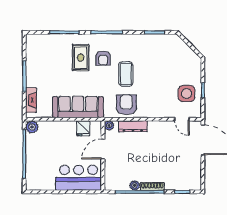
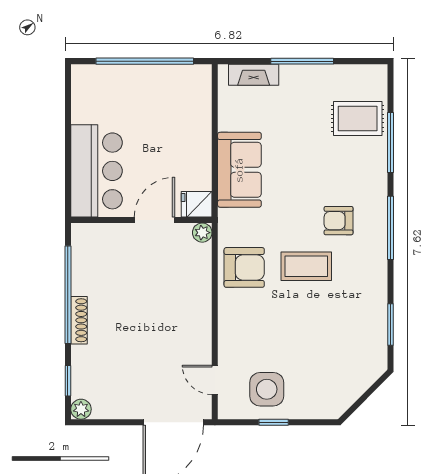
rug: (81, 58) -> (358, 118), moved
sofa: (78, 107) -> (239, 170), width x0.73
door: (182, 119) -> (215, 380), hinge flipped
dresser: (133, 126) -> (201, 281), removed
plant: (32, 127) -> (199, 77), removed
fridge: (83, 128) -> (197, 204), moved
door: (103, 149) -> (155, 220), hinge flipped
plant: (135, 185) -> (81, 409), moved

